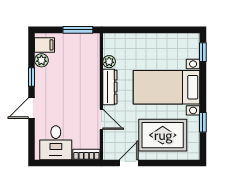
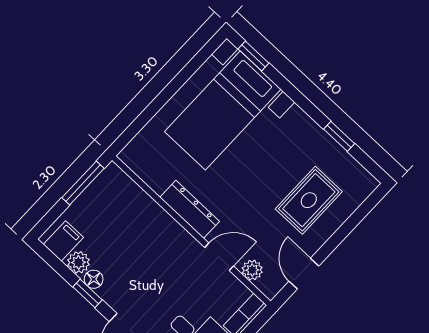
plant: (109, 62) -> (252, 270), moved
floor lamp: (40, 74) -> (94, 279), added
bed with nightstands: (167, 87) -> (223, 110), moved
rug: (163, 135) -> (309, 200), width x0.73, depth x0.70

